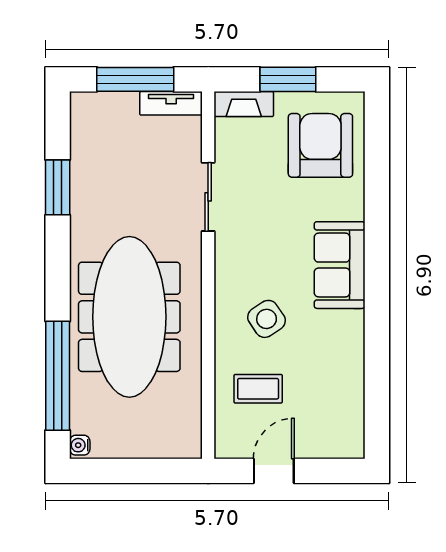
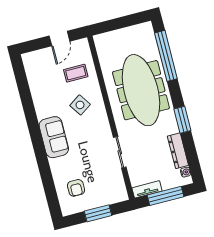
fireplace: (244, 104) -> (115, 197), removed
armchair: (320, 145) -> (76, 188), width x0.53, depth x0.53
dresser: (84, 168) -> (178, 151), added
window: (58, 187) -> (182, 120), moved
water cooler: (80, 445) -> (186, 172), moved

